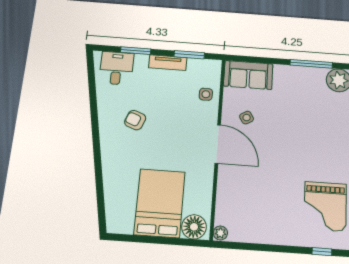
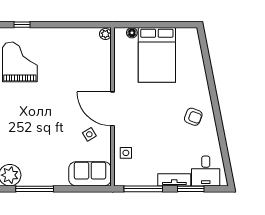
window: (189, 55) -> (143, 189), width x1.44
tv unit: (168, 63) -> (174, 180), moved
armchair: (135, 120) -> (193, 117), moved
floor lamp: (194, 227) -> (132, 33), width x0.53, depth x0.53

